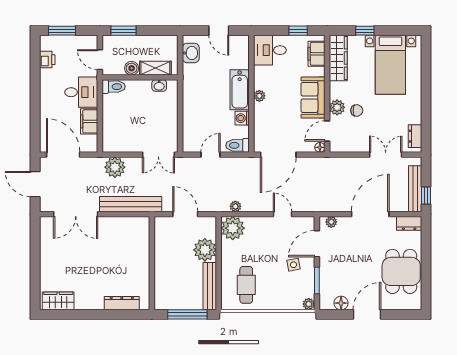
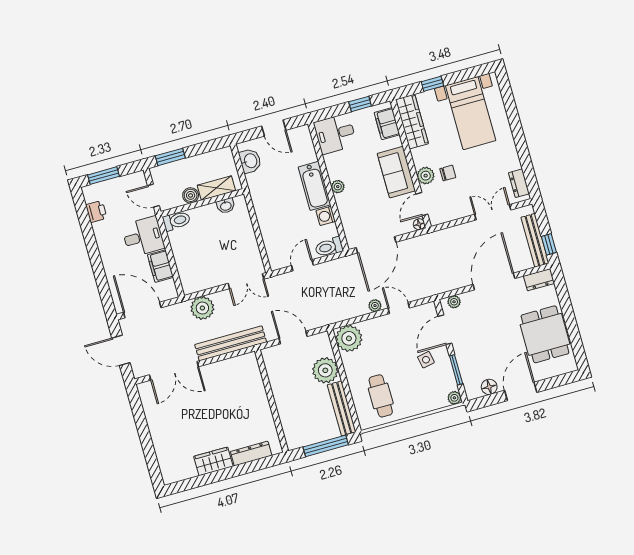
plant: (235, 206) -> (375, 306), moved
wardrobe: (58, 301) -> (213, 461), moved

